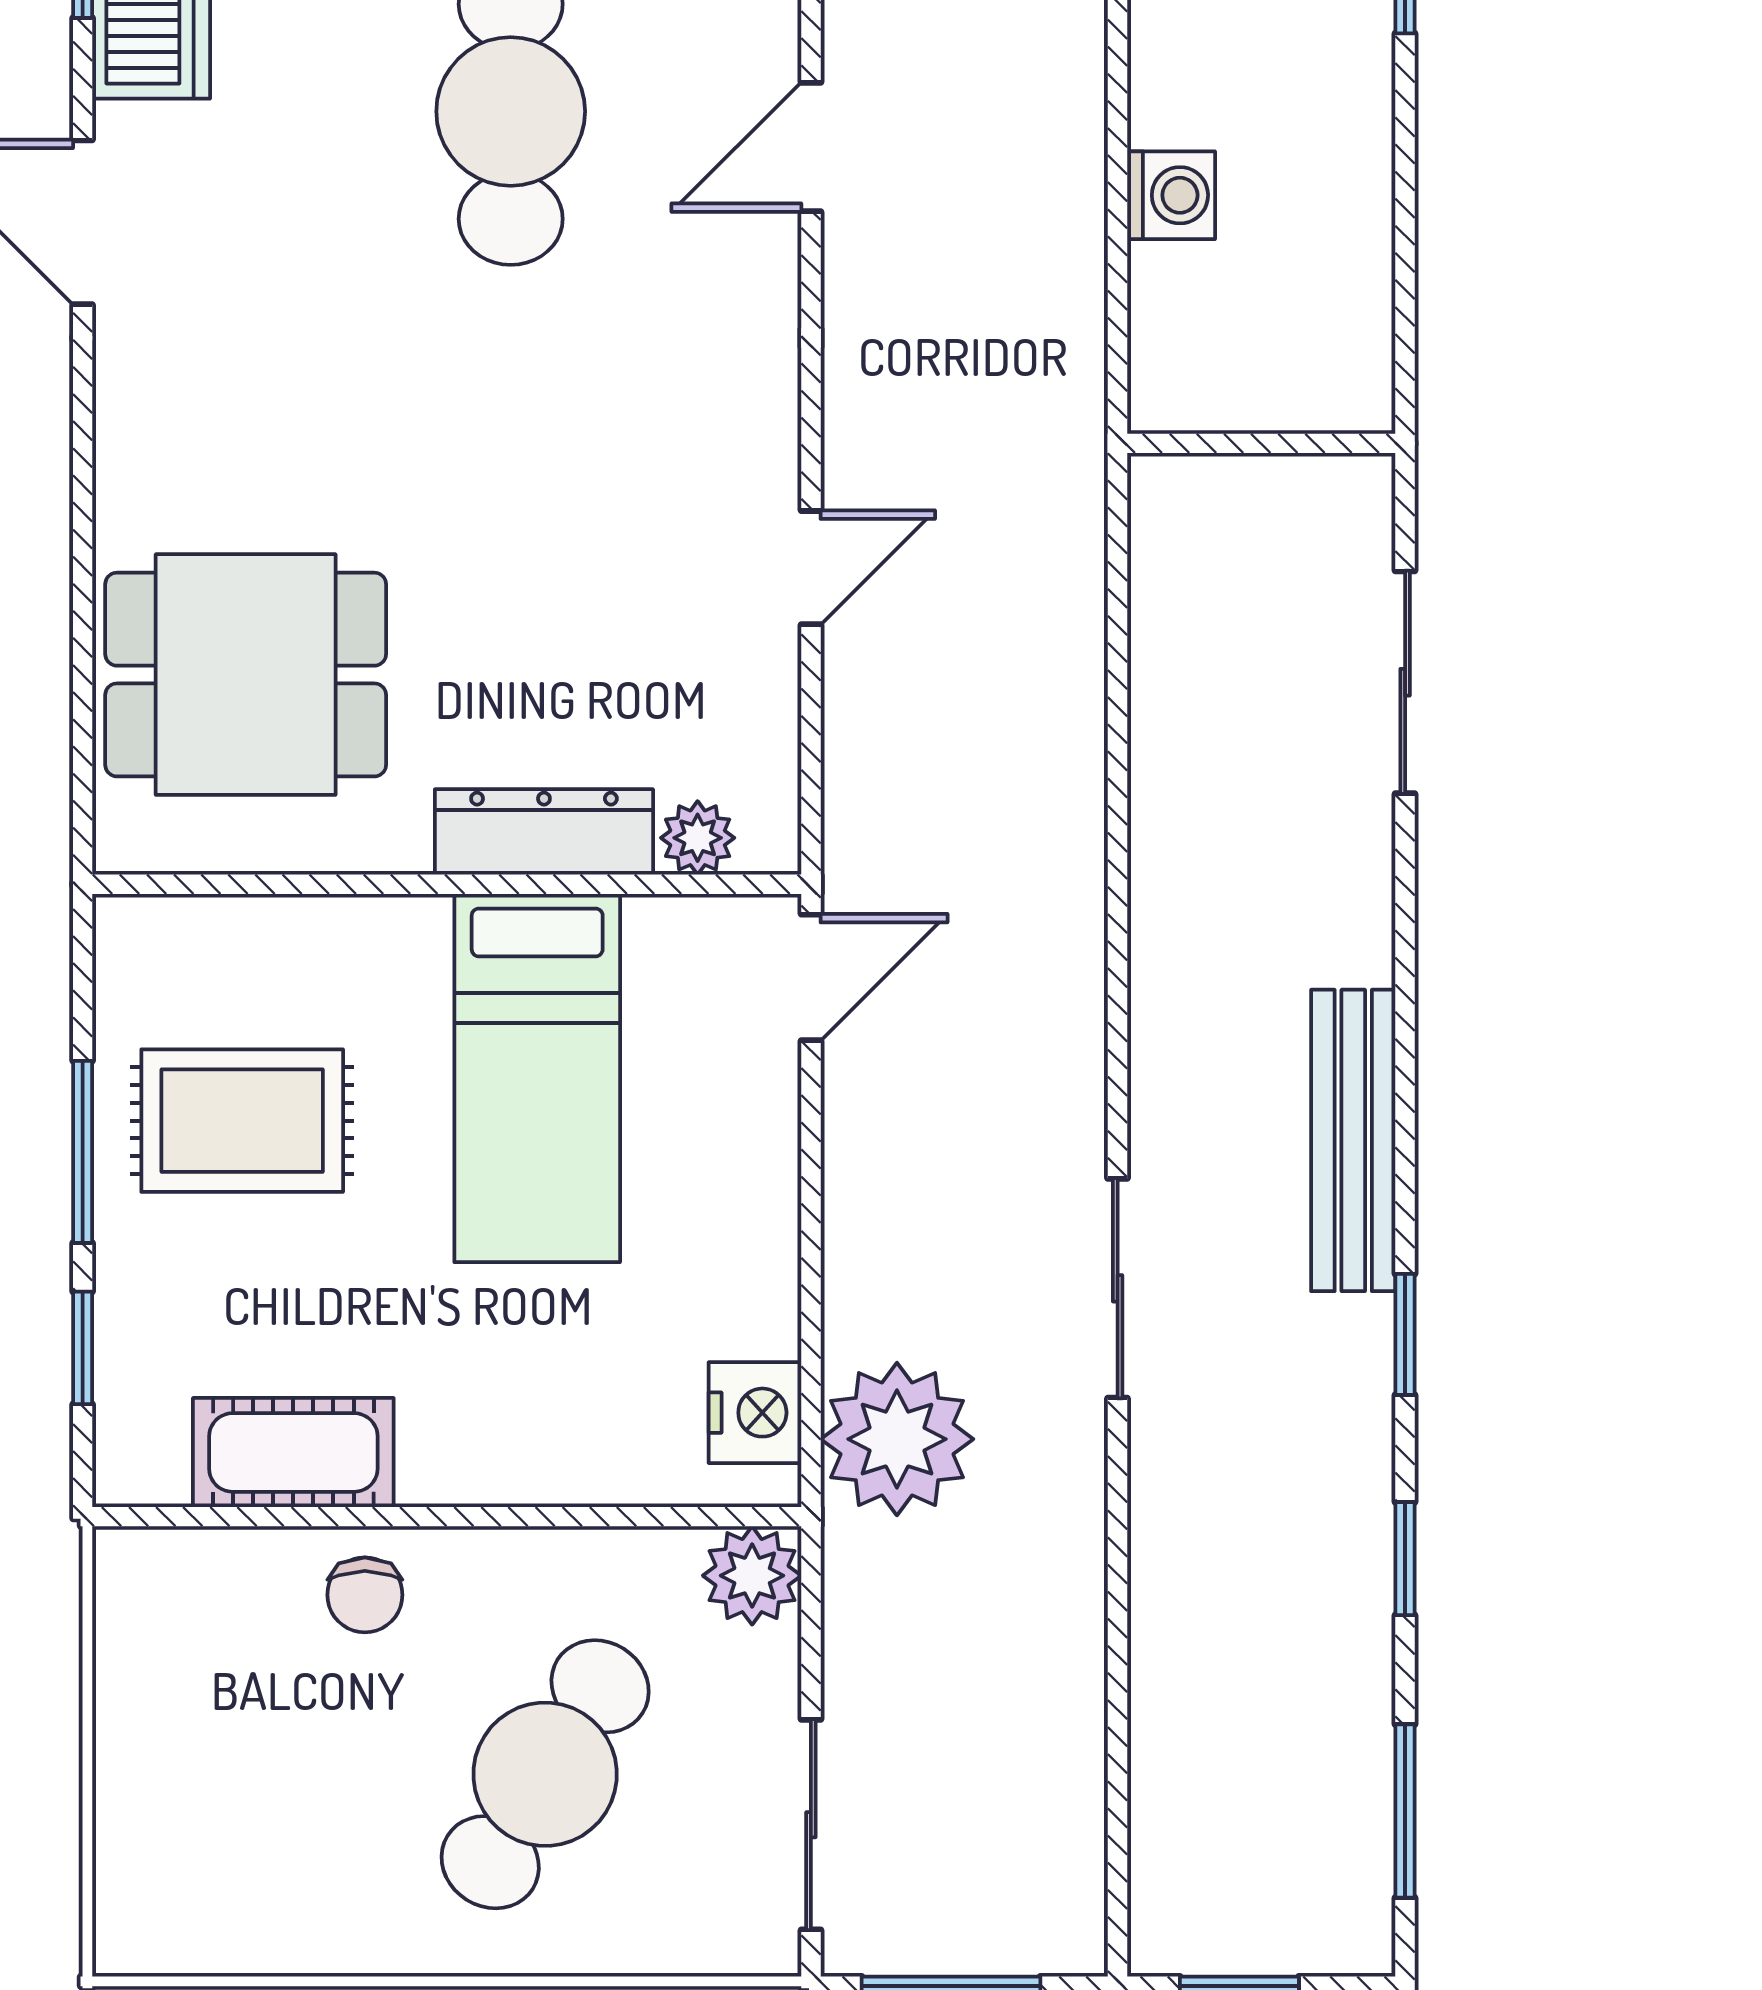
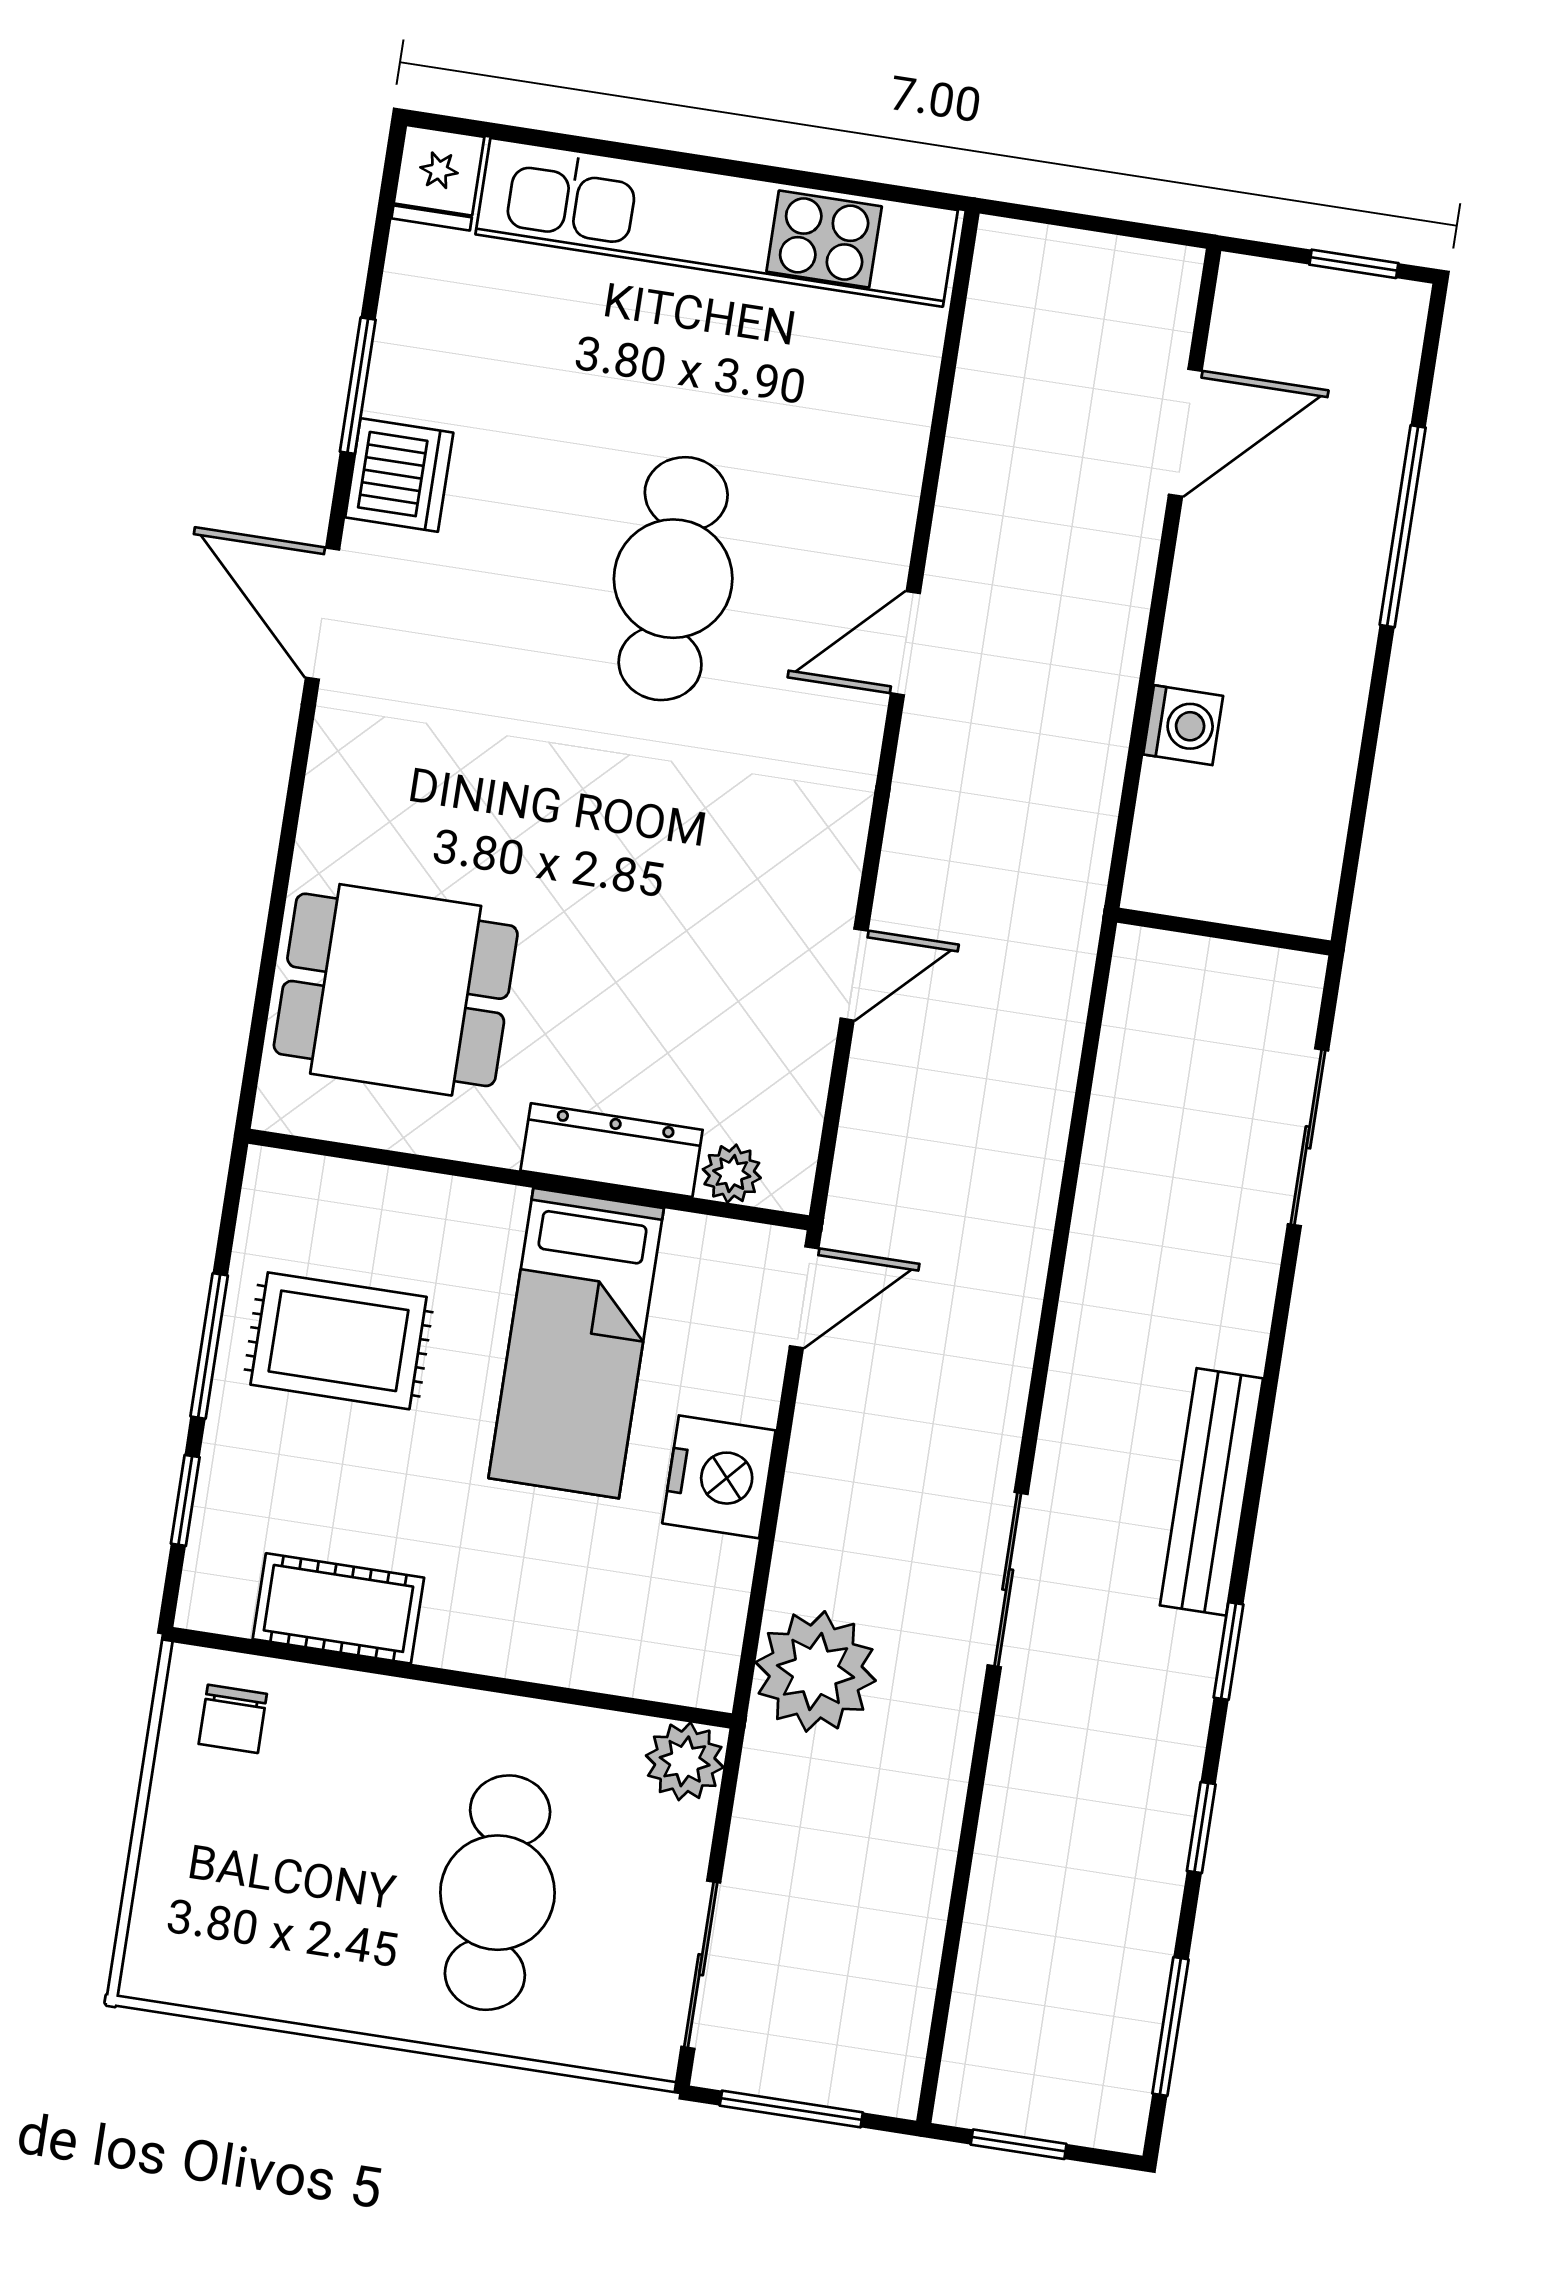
nightstand: (755, 1413) -> (719, 1477), moved, width x1.36, depth x1.33
chair: (365, 1595) -> (233, 1719), moved
cafe table: (545, 1774) -> (498, 1893), turned -32

